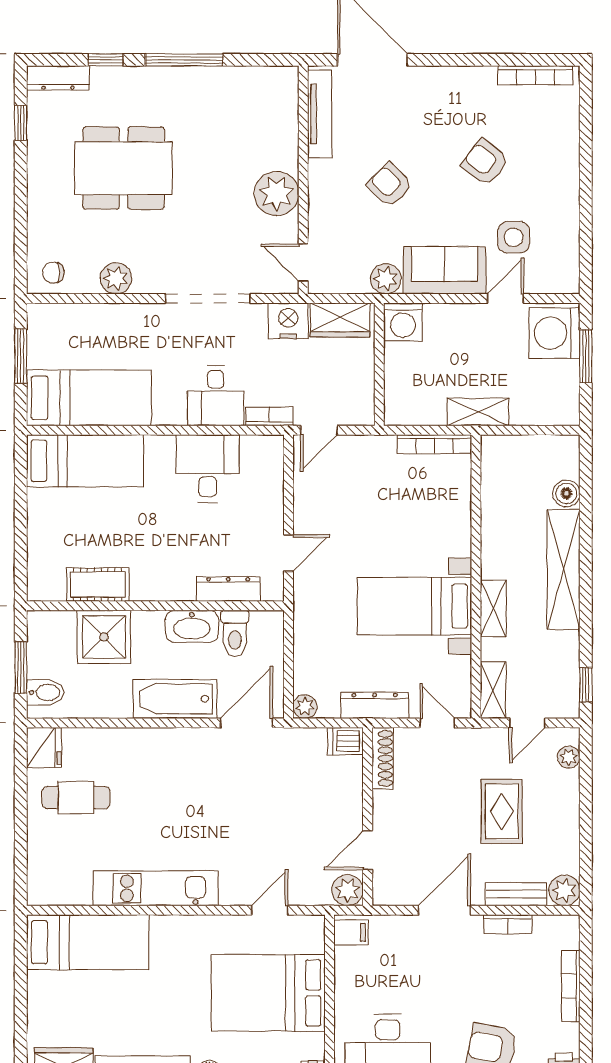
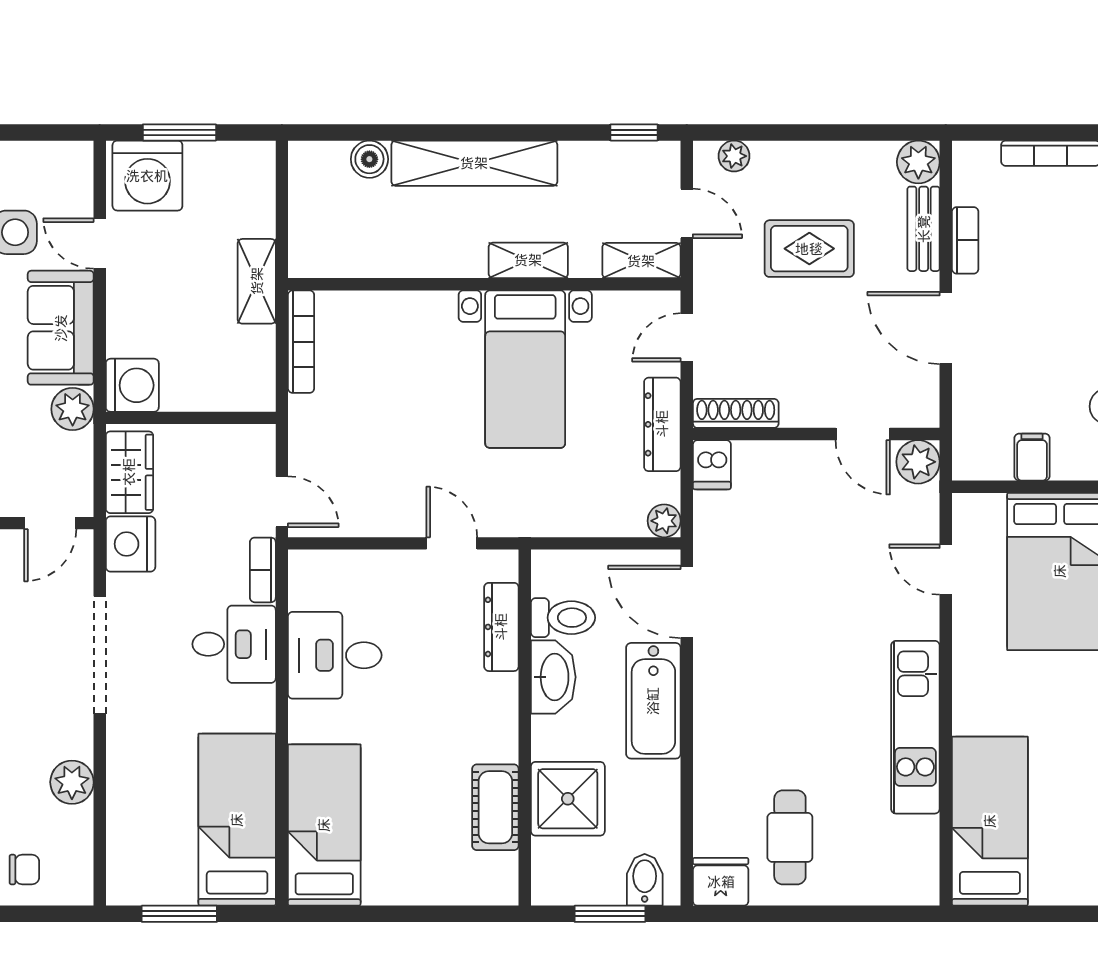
chair: (53, 273) -> (24, 870), moved, turned -90
filing cabinet: (351, 932) -> (1032, 457), moved

